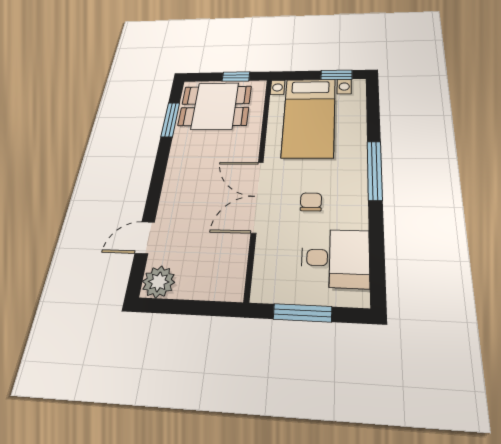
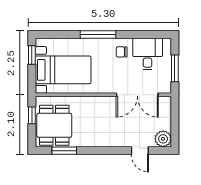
double door: (257, 196) -> (137, 95), moved
chair: (311, 202) -> (122, 52), moved

